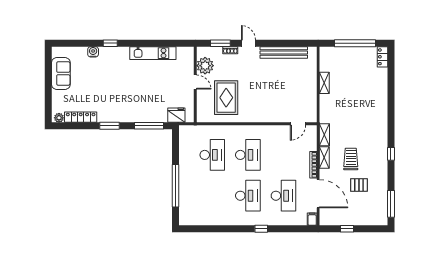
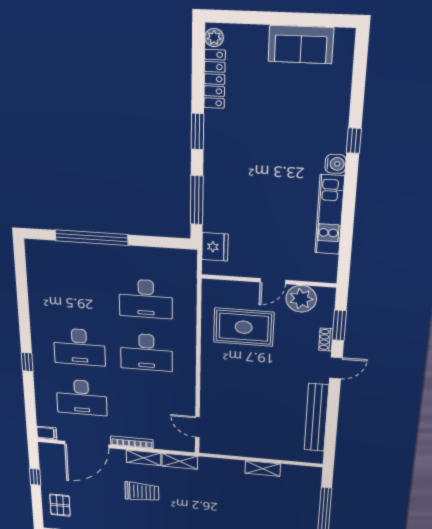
water cooler: (93, 52) -> (336, 164), moved
pallet: (359, 185) -> (60, 505), moved

